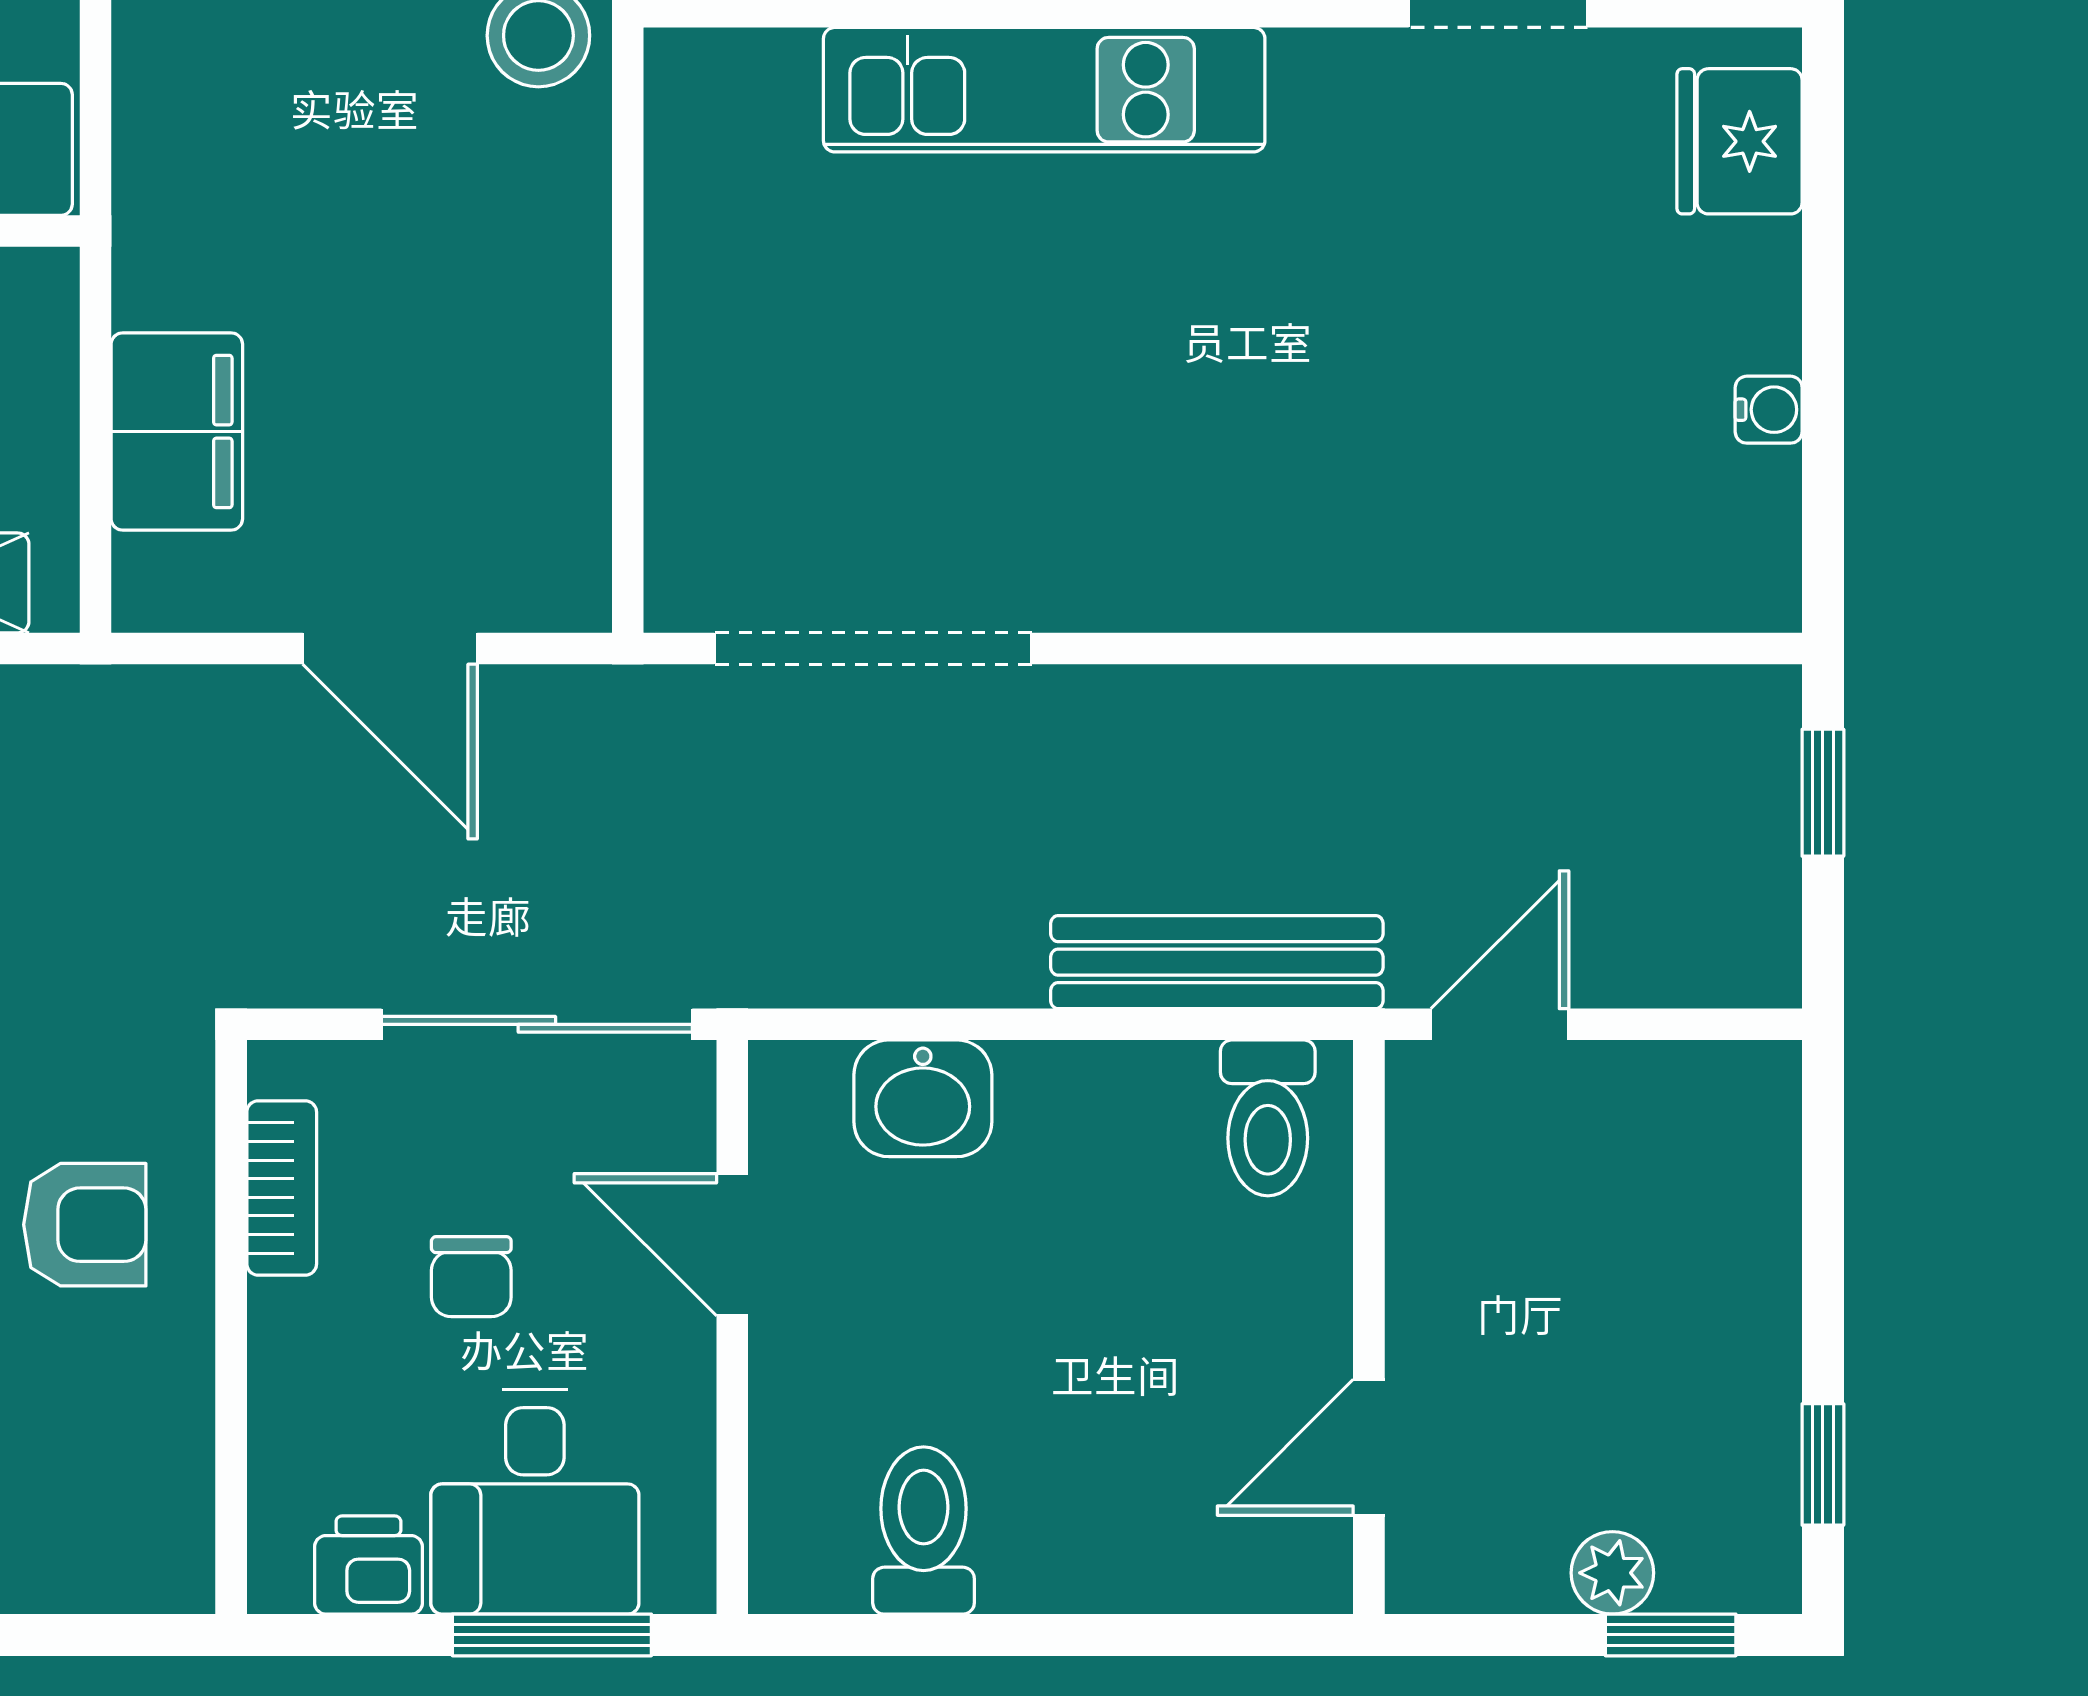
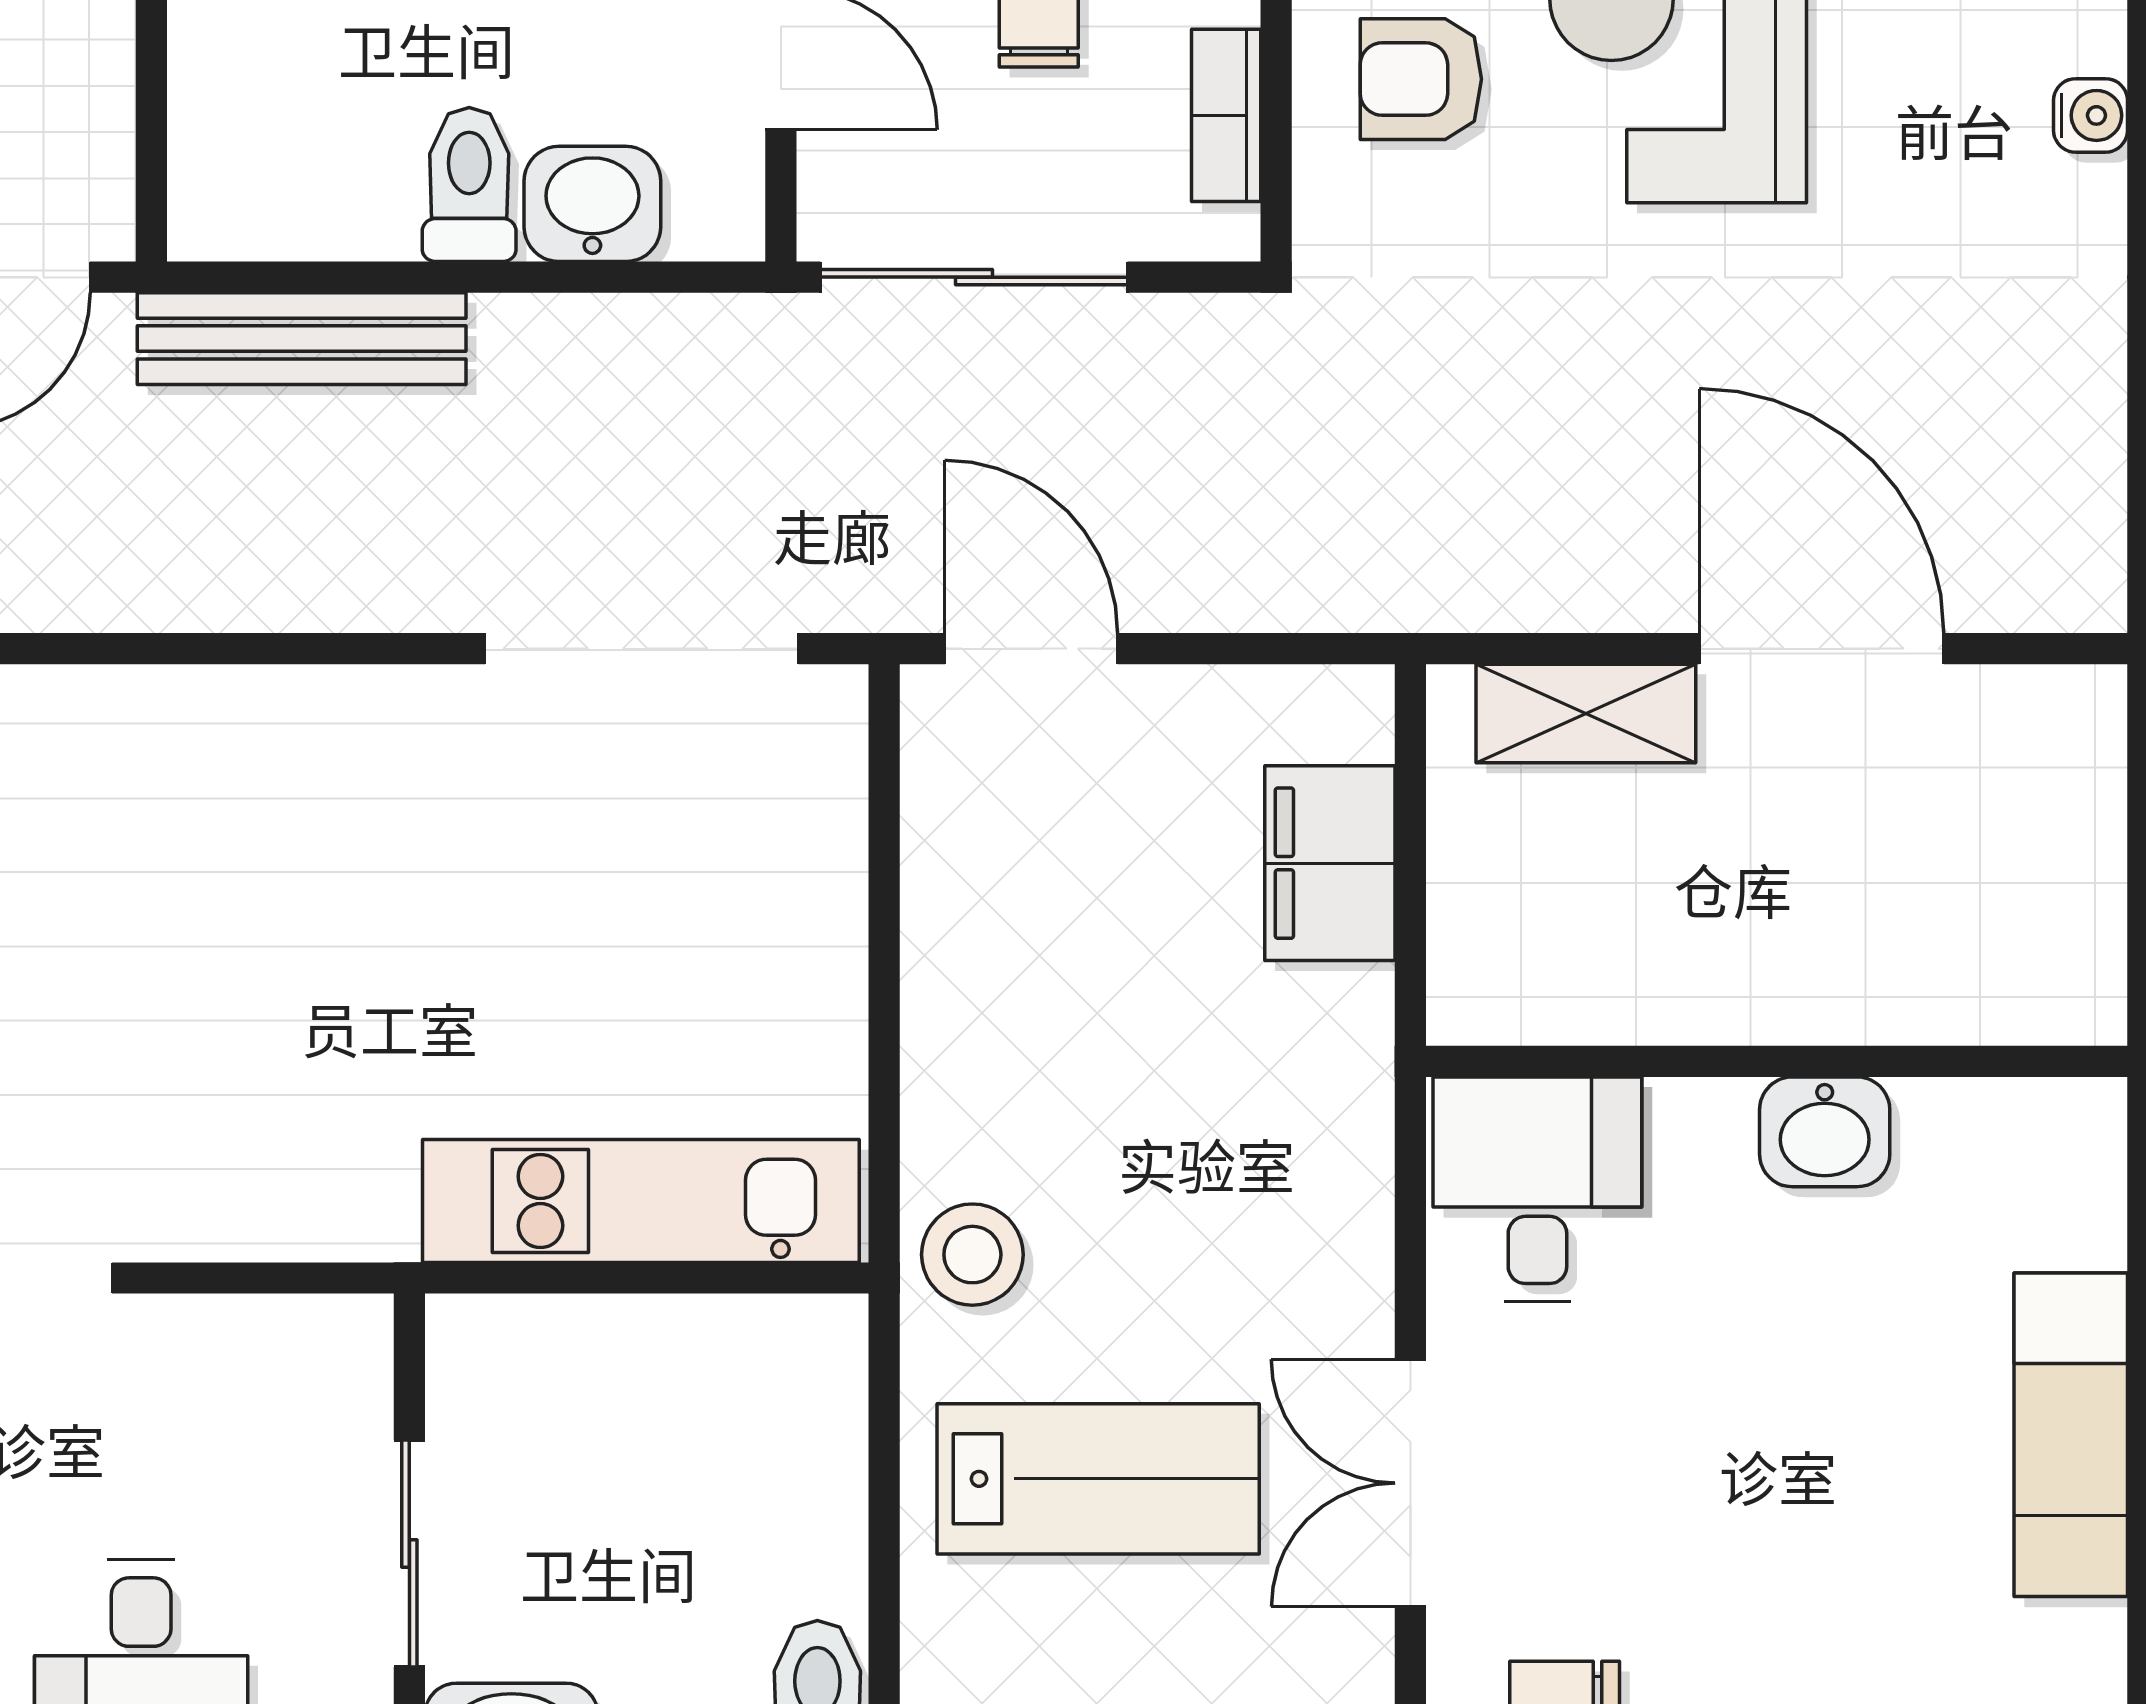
kitchen unit: (1044, 90) -> (641, 1201), moved
door: (390, 649) -> (1031, 649), moved
toilet: (1268, 1118) -> (469, 185), moved

